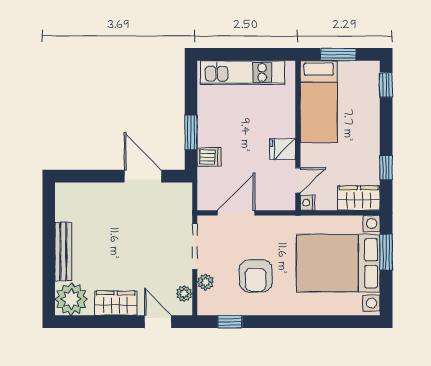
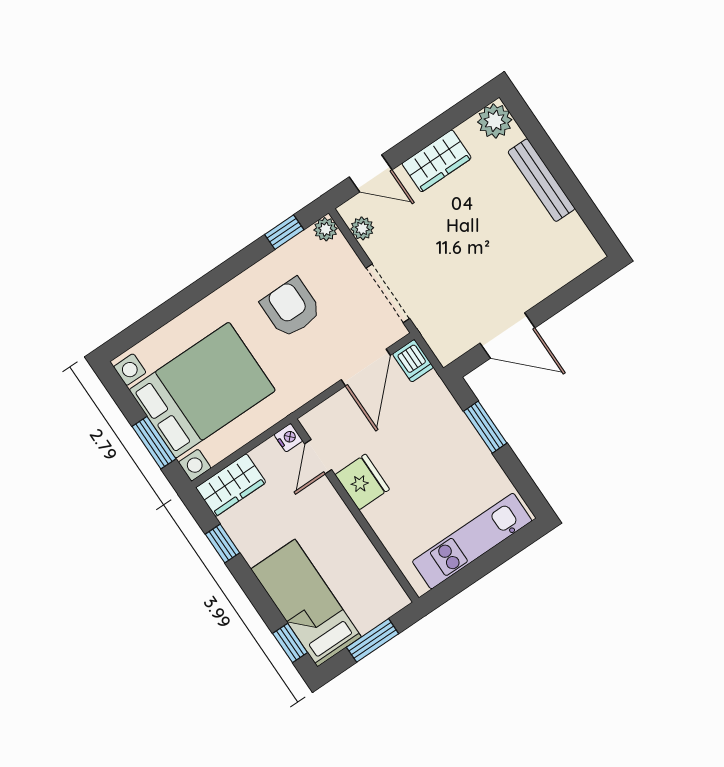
bed: (319, 102) -> (306, 603), moved
fridge: (282, 149) -> (362, 482), width x1.38
dishwasher: (209, 157) -> (413, 361), moved, turned -90
plant: (205, 282) -> (326, 229), moved
plant: (71, 299) -> (495, 121), width x0.73, depth x0.73

